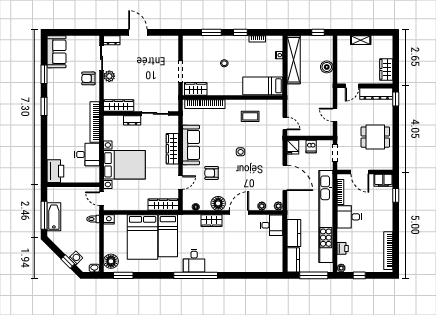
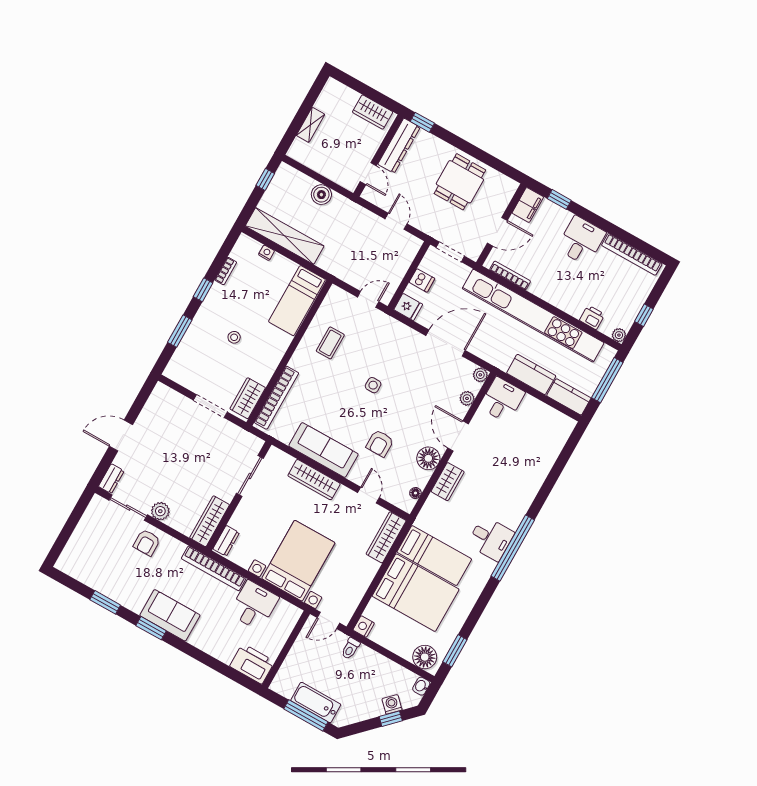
sofa: (57, 52) -> (170, 615), moved
door: (335, 115) -> (396, 221), swing flipped
dresser: (132, 120) -> (226, 541), moved
desk: (349, 217) -> (581, 241), moved, turned 180

